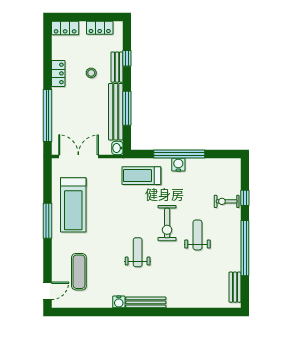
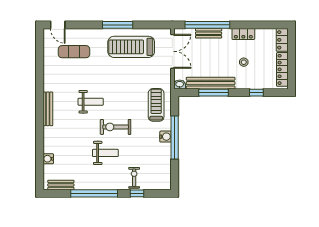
locker: (100, 28) -> (282, 69), width x1.53
bench: (117, 67) -> (209, 33), moved
water cooler: (119, 302) -> (48, 159), moved

